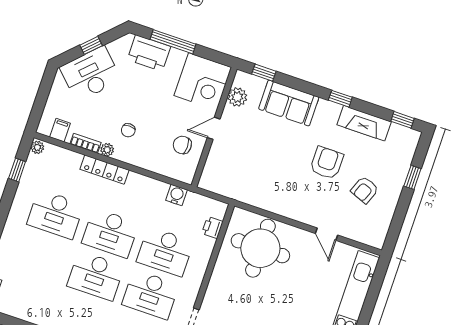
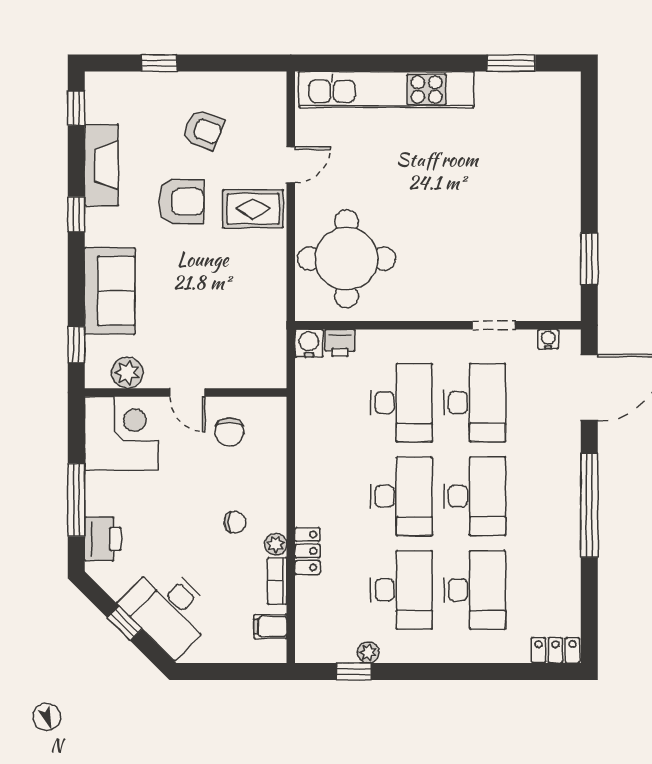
printer: (149, 53) -> (103, 539), width x0.73, depth x0.84
plant: (37, 147) -> (368, 652), moved
armchair: (327, 163) -> (181, 202), turned 180
locker: (105, 170) -> (307, 551), width x0.66
water cooler: (177, 195) -> (309, 343), moved, turned 90
rug: (308, 203) -> (253, 209), added
desk: (41, 257) -> (475, 590), added

